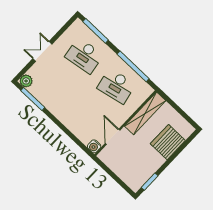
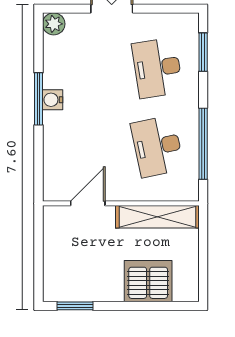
window: (96, 31) -> (203, 52), width x0.69
window: (33, 99) -> (39, 99), moved
water cooler: (94, 146) -> (53, 100), moved

